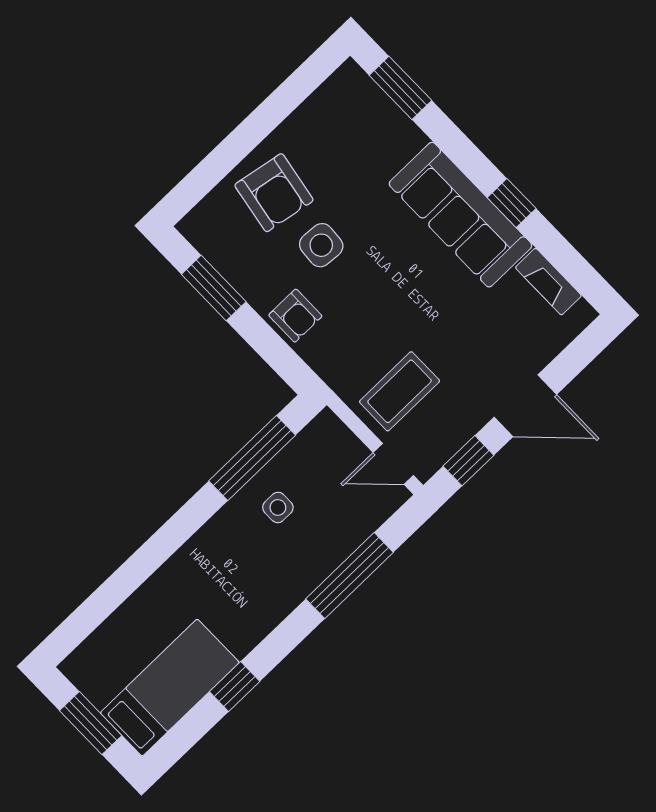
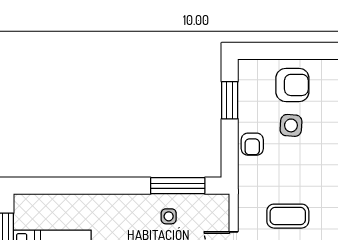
armchair: (274, 193) -> (292, 85), turned -100
coffee table: (400, 391) -> (288, 216), moved

